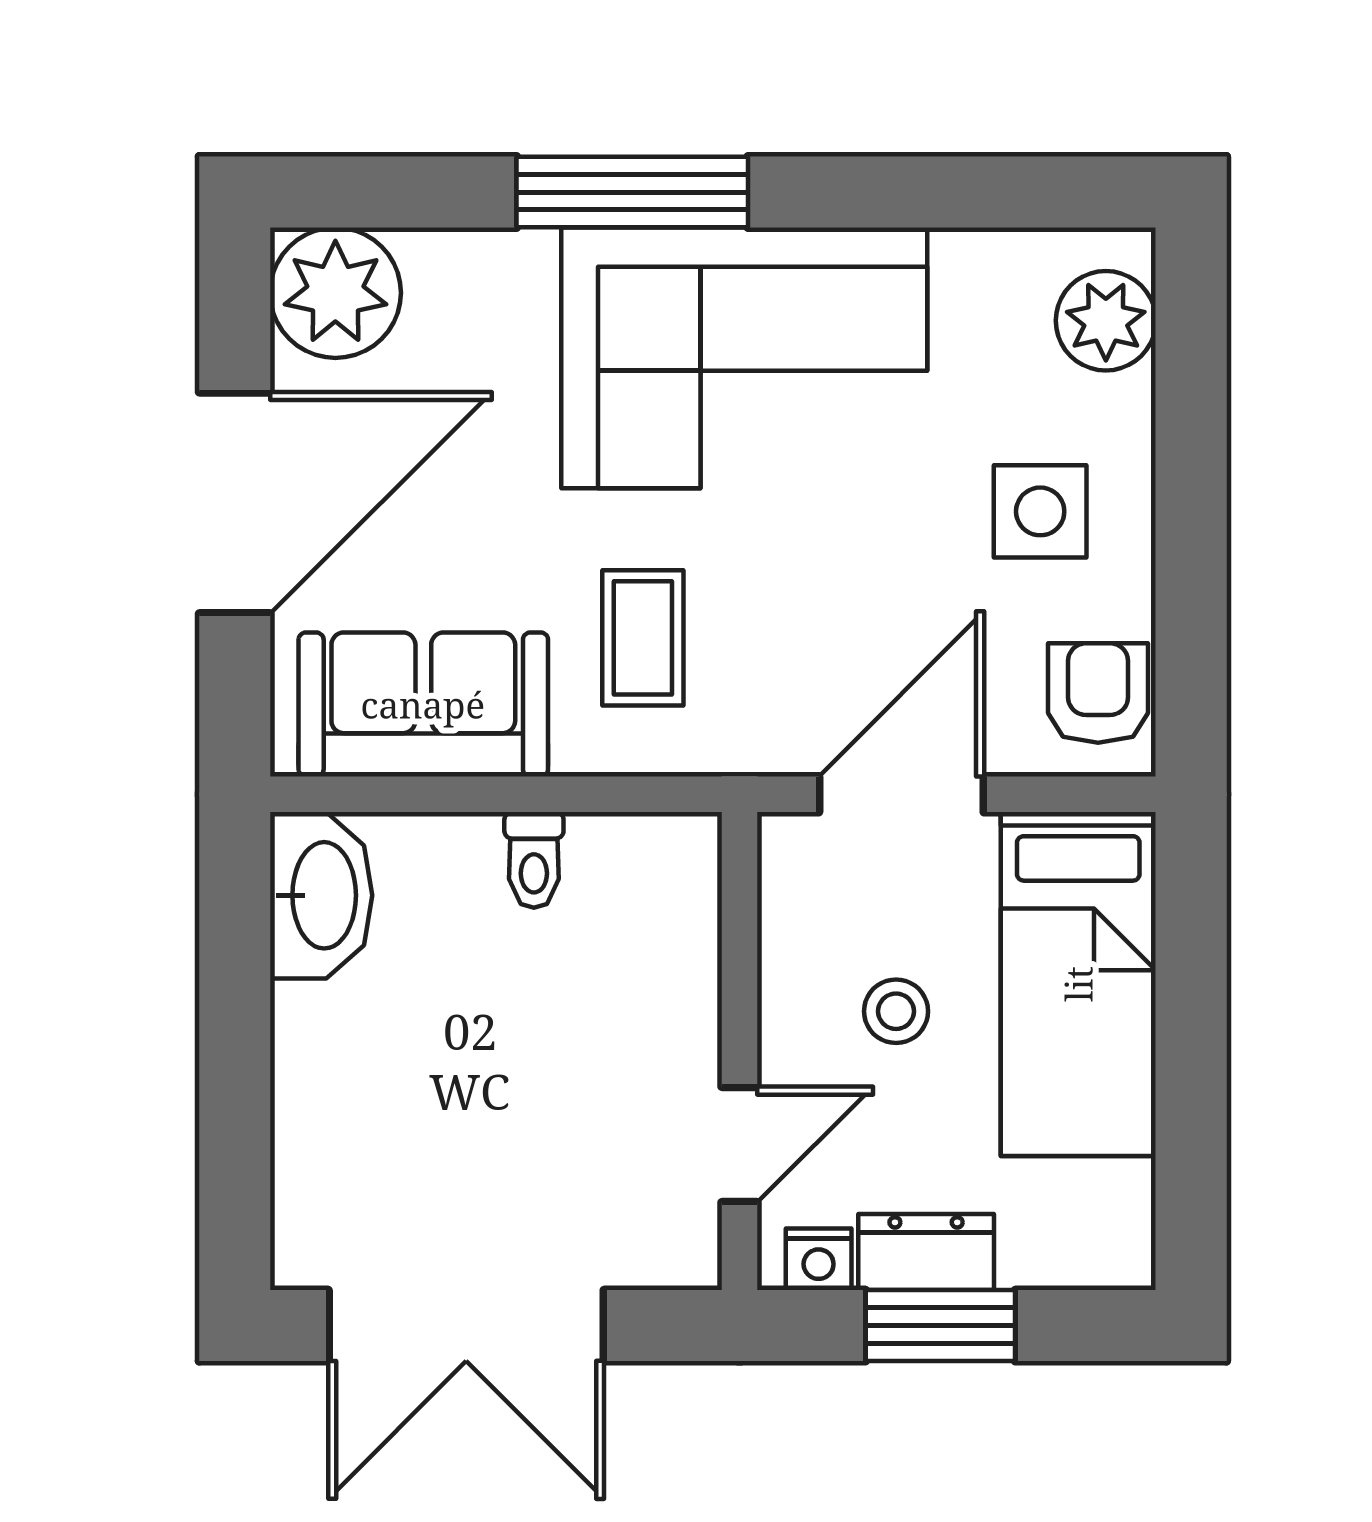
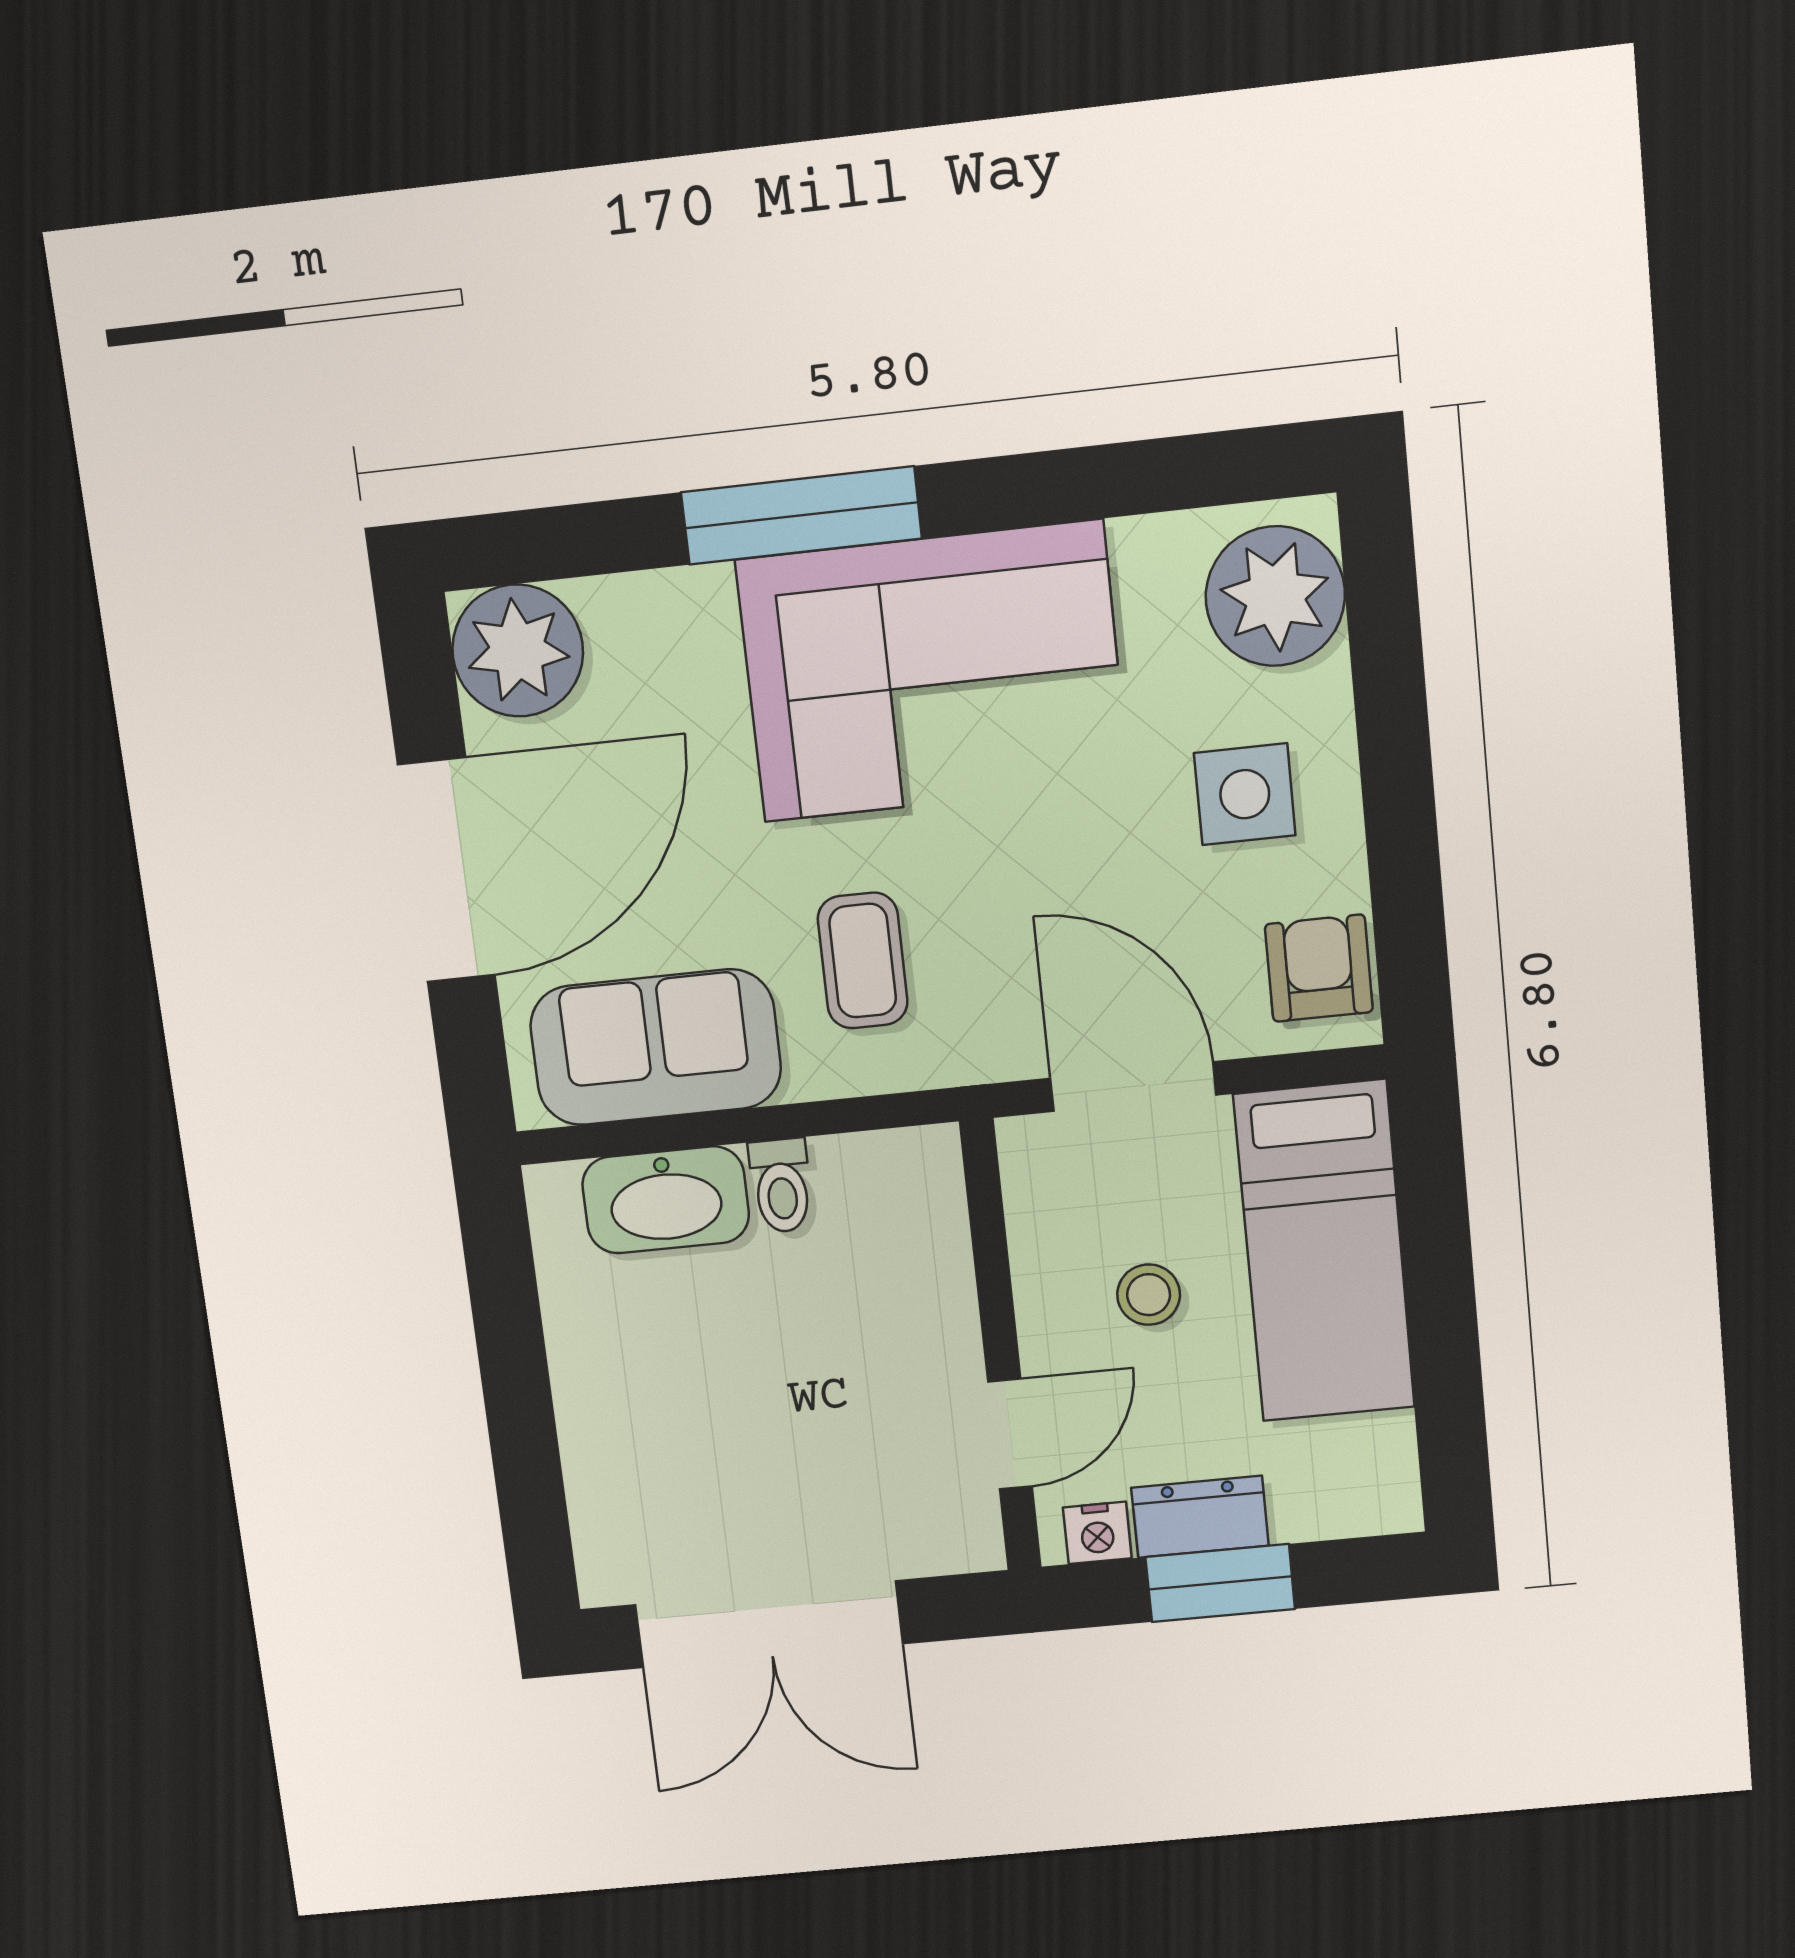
plant: (1106, 321) -> (1275, 596), width x1.36, depth x1.36
door: (901, 794) -> (1133, 1087), hinge flipped
washbasin: (321, 895) -> (666, 1200), moved, turned 90

